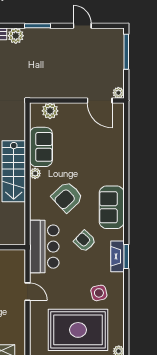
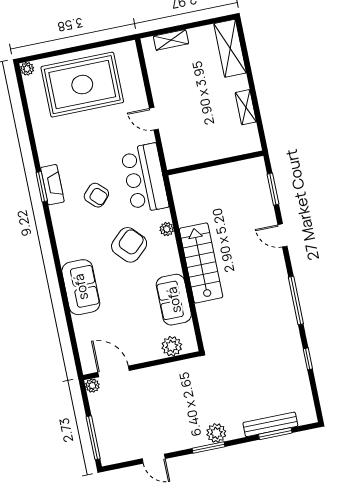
plant: (16, 36) -> (216, 433), moved
plant: (35, 173) -> (167, 229), moved
sofa: (112, 207) -> (81, 287), moved
side table: (99, 293) -> (66, 135), removed

